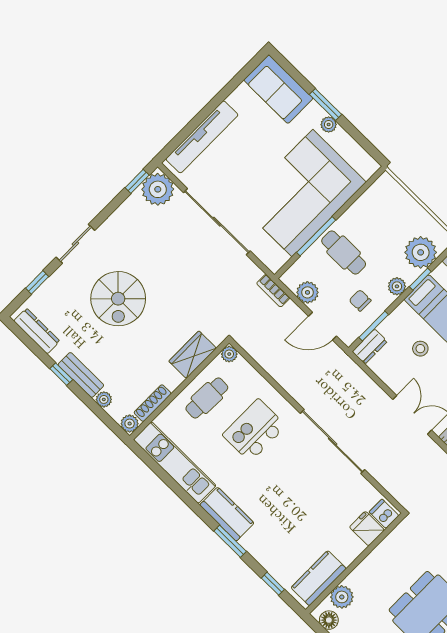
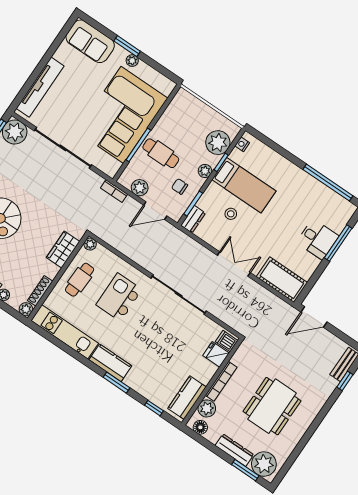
bookcase: (367, 565) -> (221, 381), added

